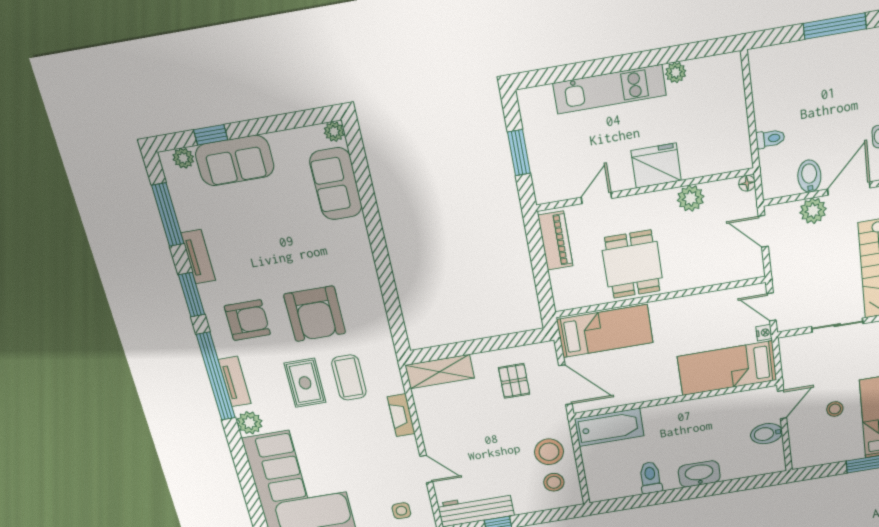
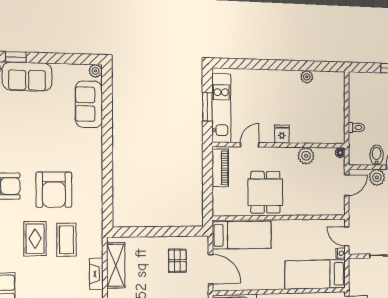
kitchen unit: (610, 89) -> (221, 108), moved, turned -90
fridge: (656, 166) -> (282, 134), width x0.53, depth x0.75
door: (763, 231) -> (347, 185), swing flipped
shelving: (440, 372) -> (116, 265), moved, turned 90

